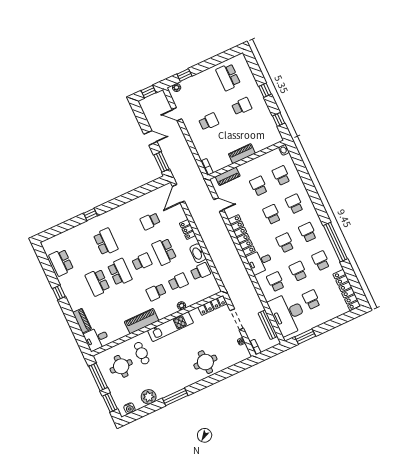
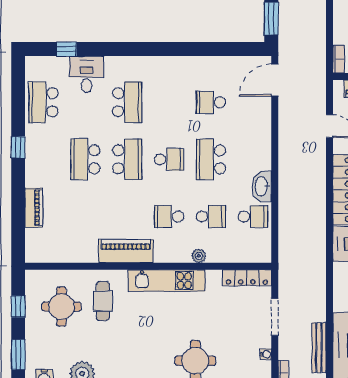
window: (91, 215) -> (66, 49), moved
locker: (187, 229) -> (263, 142), removed
desk: (97, 339) -> (87, 74), moved, turned 90
window: (98, 377) -> (18, 306), width x0.46

